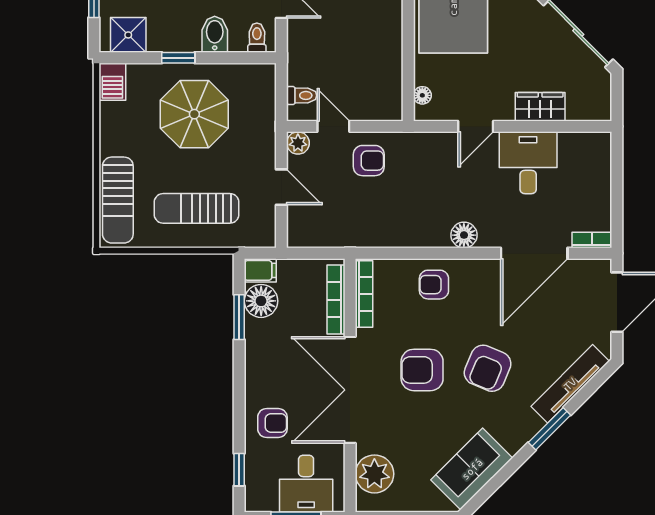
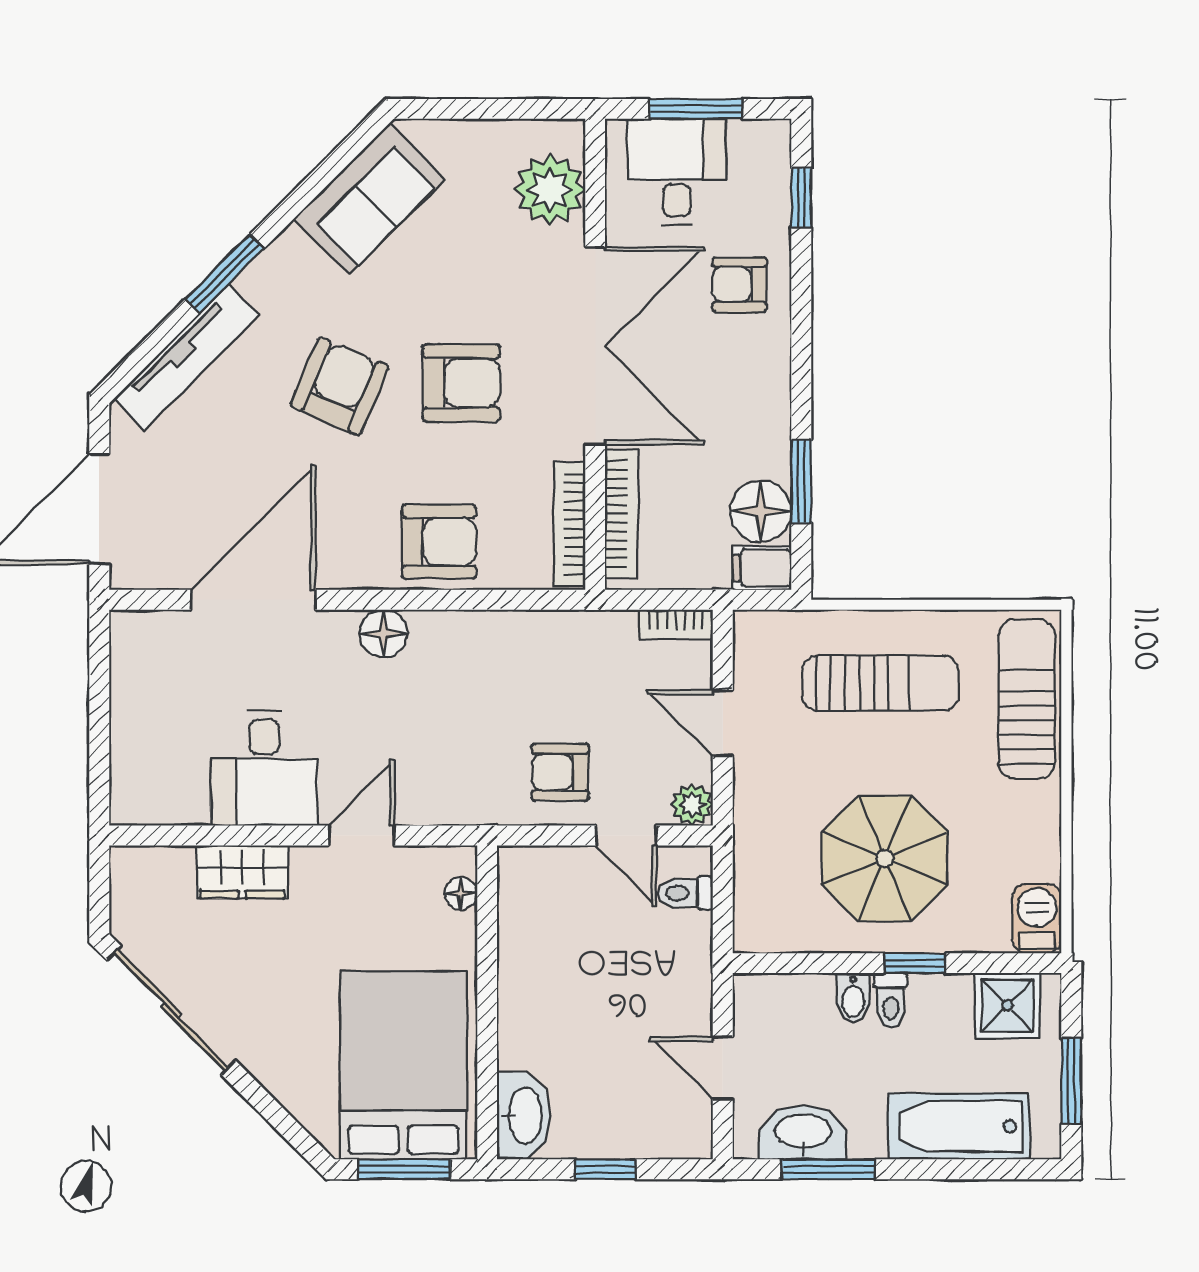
bidet: (215, 34) -> (853, 998), width x0.72, depth x0.74
toilet: (257, 38) -> (891, 1000), moved
bookcase: (592, 240) -> (676, 624), moved
armchair: (434, 285) -> (439, 542), width x1.38, depth x1.38

